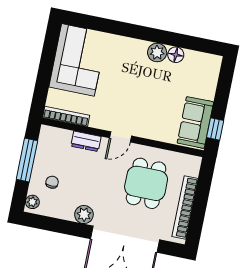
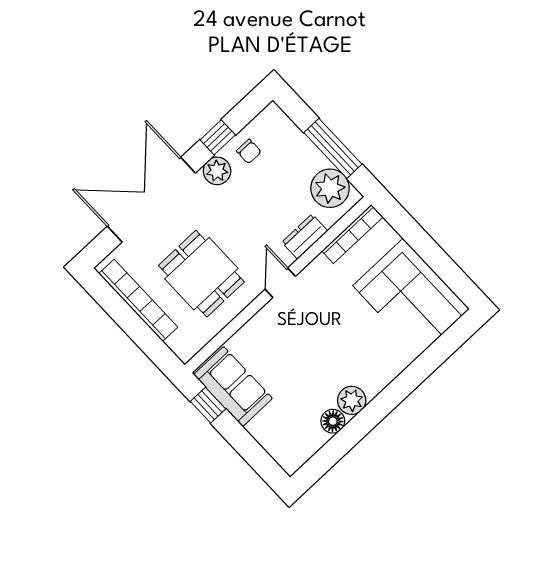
chair: (52, 182) -> (249, 151), moved
plant: (32, 202) -> (330, 188), moved, width x1.87, depth x1.87
window: (65, 227) -> (218, 137), added

